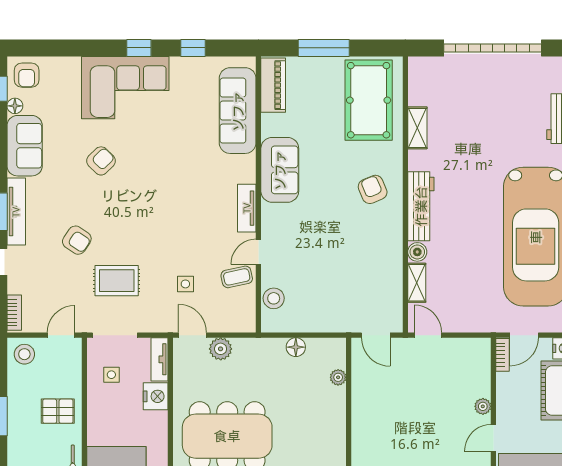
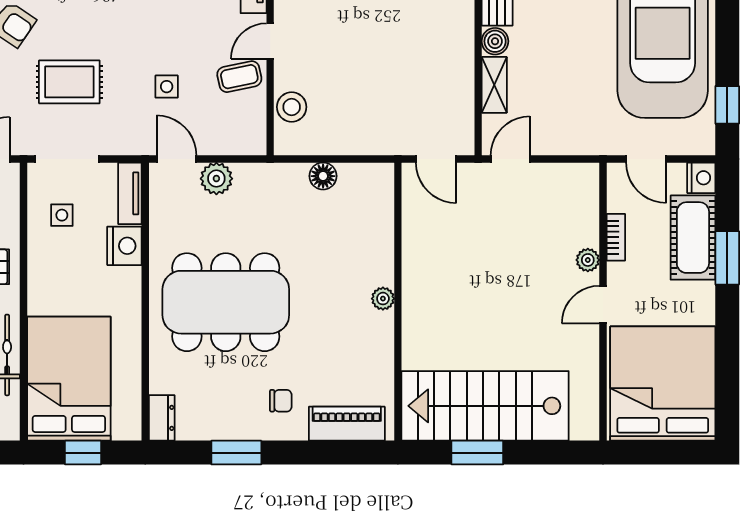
door: (428, 335) -> (510, 159), hinge flipped
door: (524, 335) -> (646, 159), hinge flipped
bookcase: (503, 355) -> (616, 237), moved
plant: (338, 377) -> (383, 299), moved

